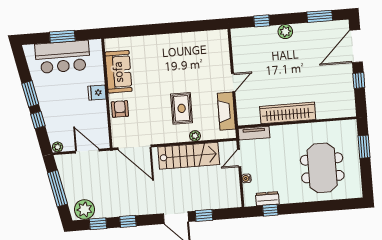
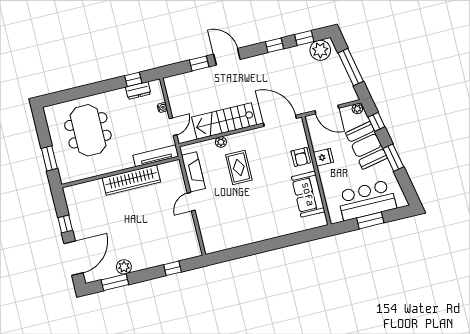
plant: (285, 32) -> (124, 267), moved
fridge: (97, 93) -> (323, 157), moved
booth: (54, 110) -> (366, 145), added
window: (38, 120) -> (376, 122), moved
tv unit: (254, 133) -> (156, 156), width x1.41

